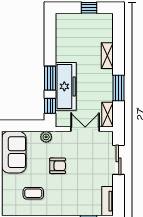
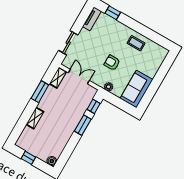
boiler: (61, 19) -> (52, 161), added
freezer: (66, 86) -> (75, 113), removed
double door: (85, 129) -> (79, 77), swing flipped
coffee table: (33, 193) -> (136, 43), moved

